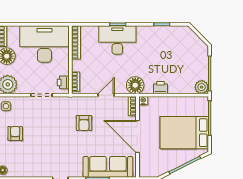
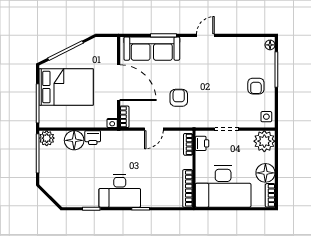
desk: (117, 40) -> (120, 191), moved
floor lamp: (135, 85) -> (74, 140), moved

